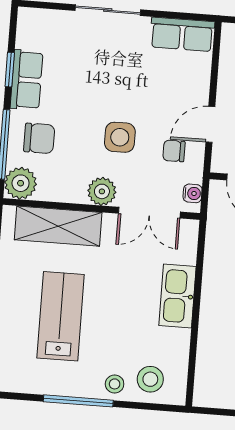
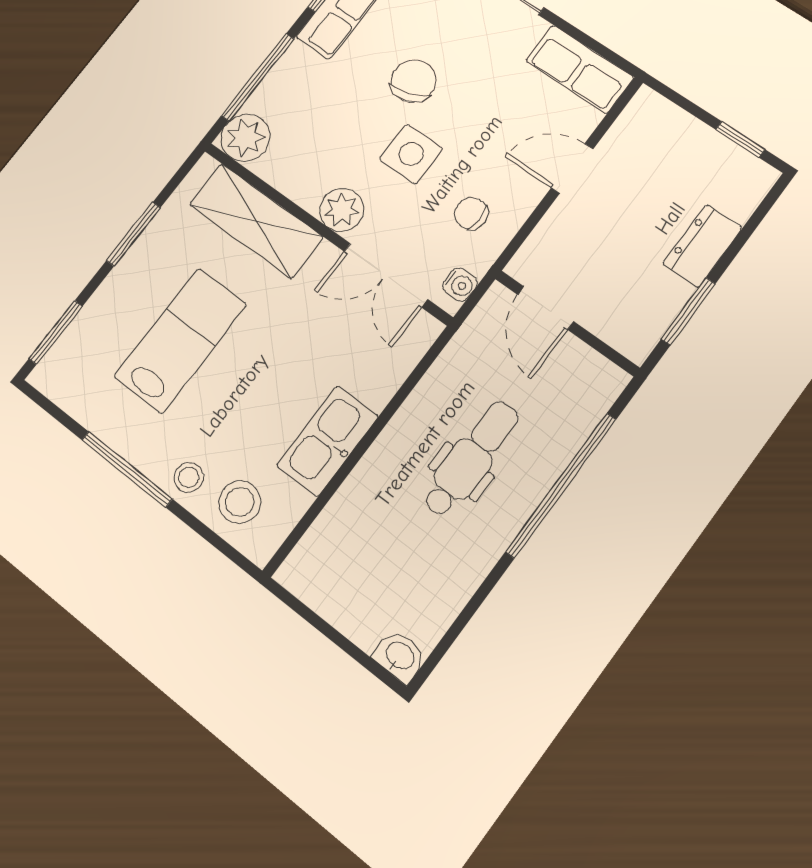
door: (210, 124) -> (572, 169), moved
chair: (39, 138) -> (413, 81), moved, turned -108
kitchen sink: (177, 296) -> (327, 441), moved

